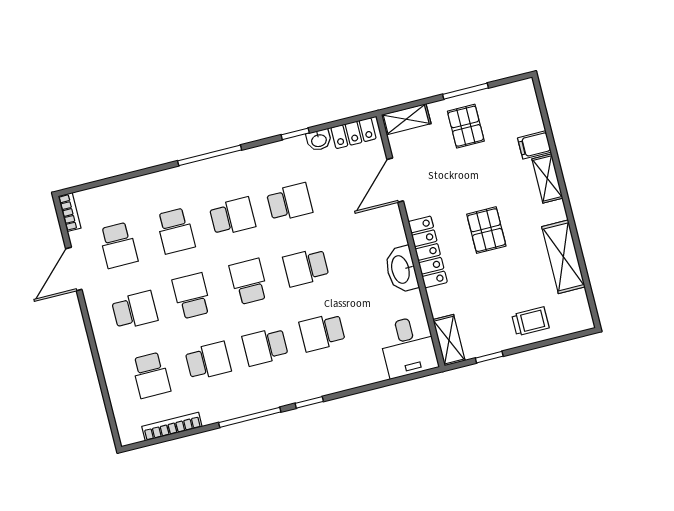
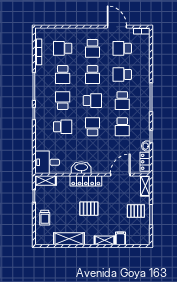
door: (395, 180) -> (120, 175), hinge flipped
school desk: (192, 296) -> (92, 74), turned 90
school desk: (322, 332) -> (63, 127), turned 90

